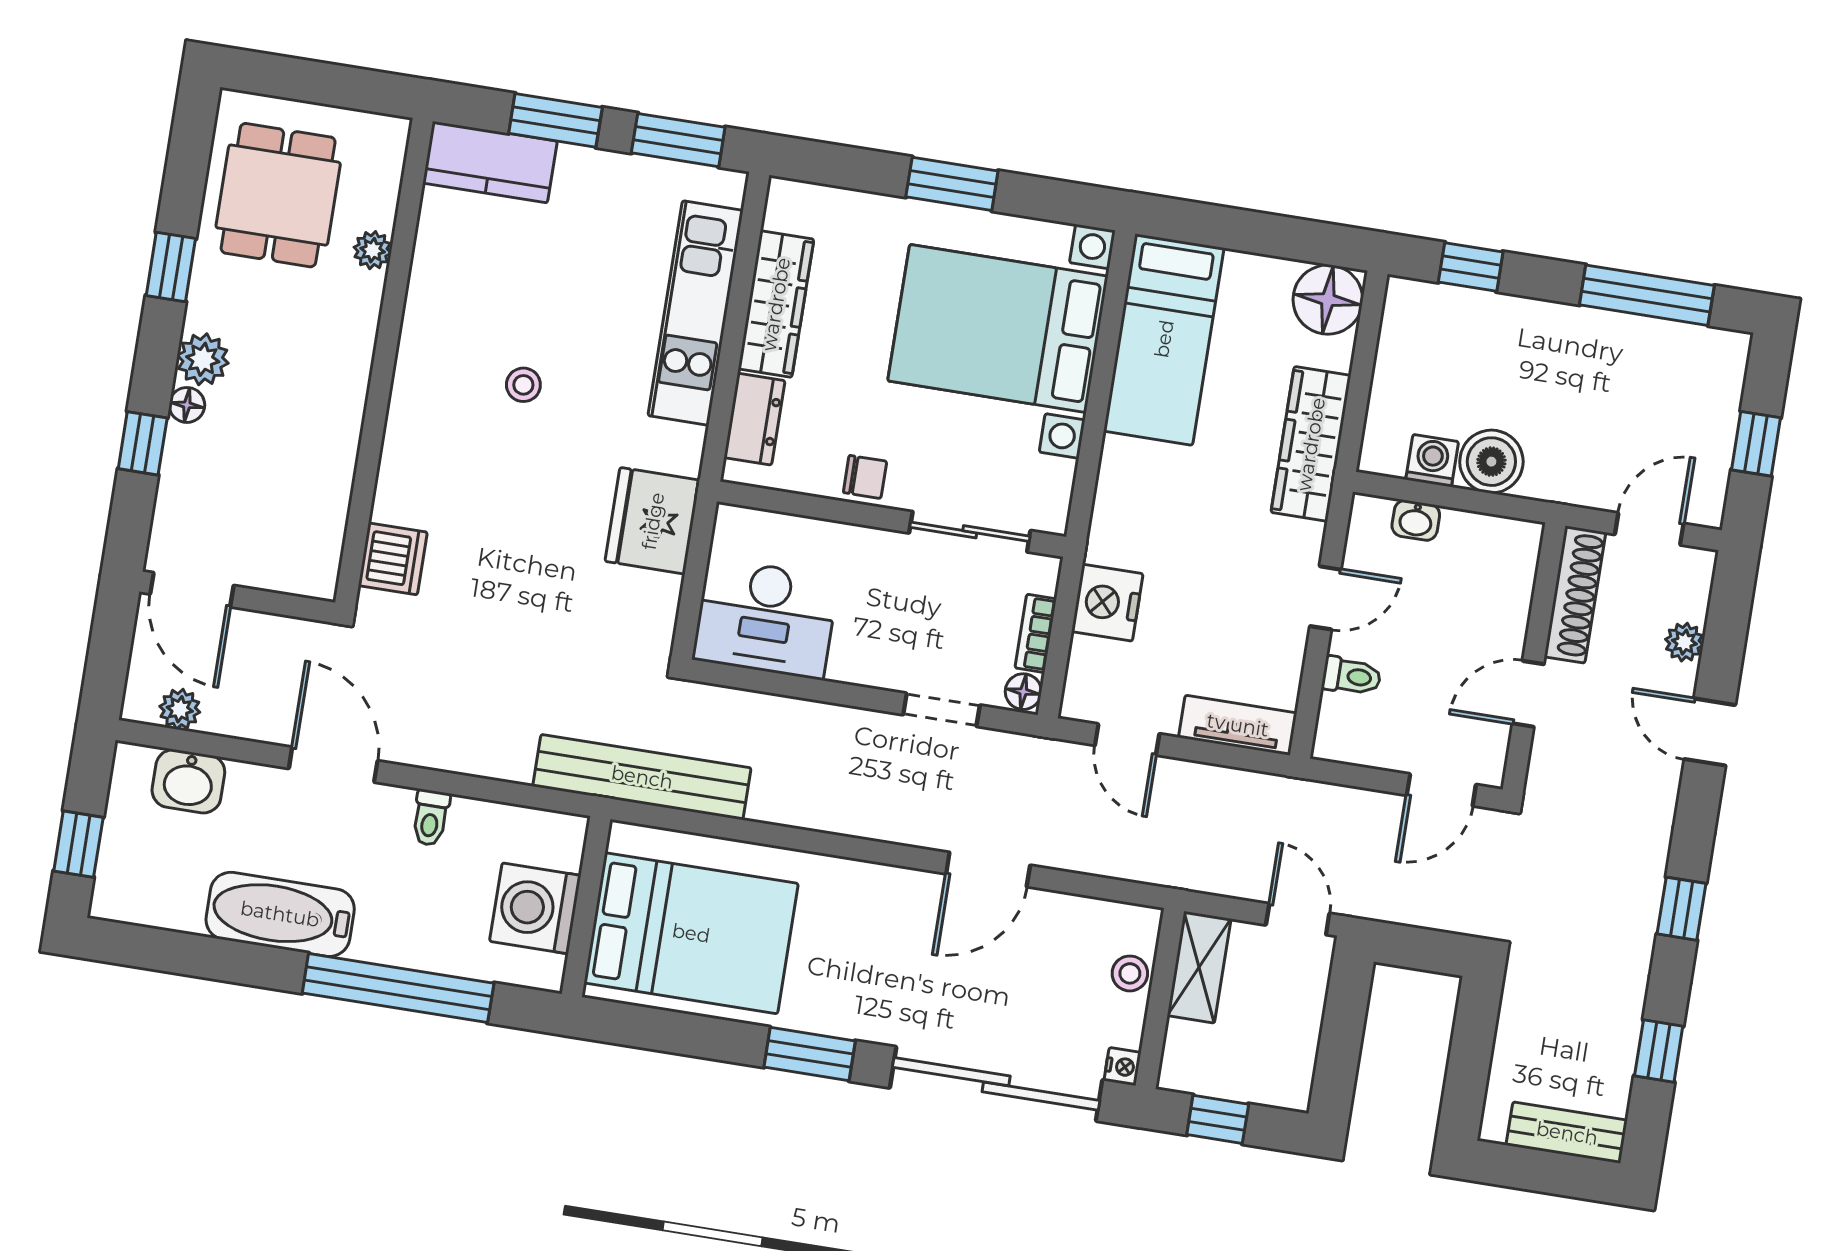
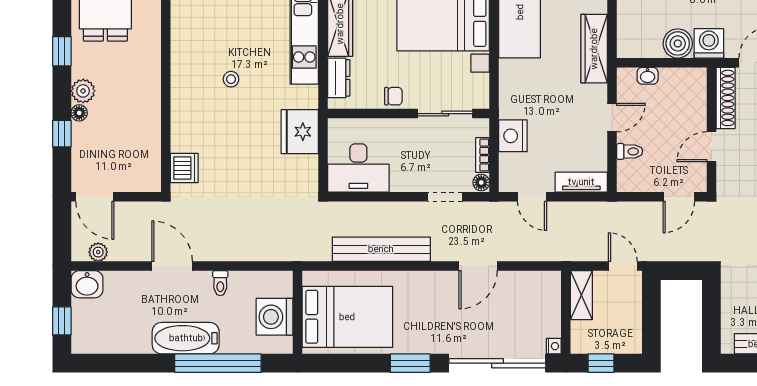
plant: (373, 250) -> (152, 29), removed
washing machine: (1432, 461) -> (709, 43), moved, width x1.38, depth x1.38
bench: (642, 777) -> (381, 249), moved
washbasin: (188, 781) -> (87, 284), moved
bathtub: (280, 914) -> (186, 338), moved
stool: (1130, 973) -> (550, 303), removed

